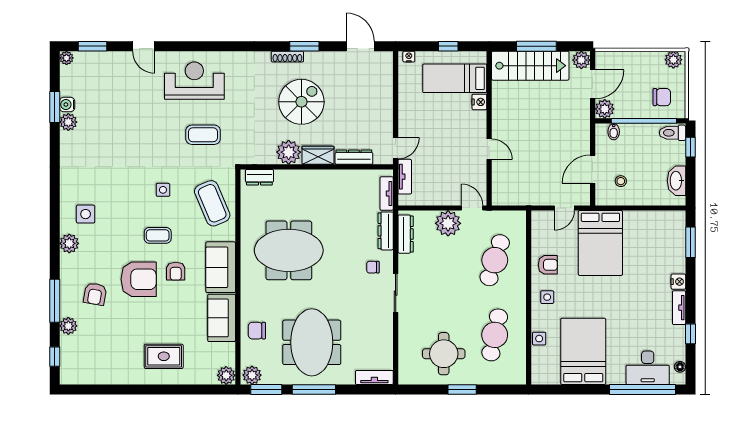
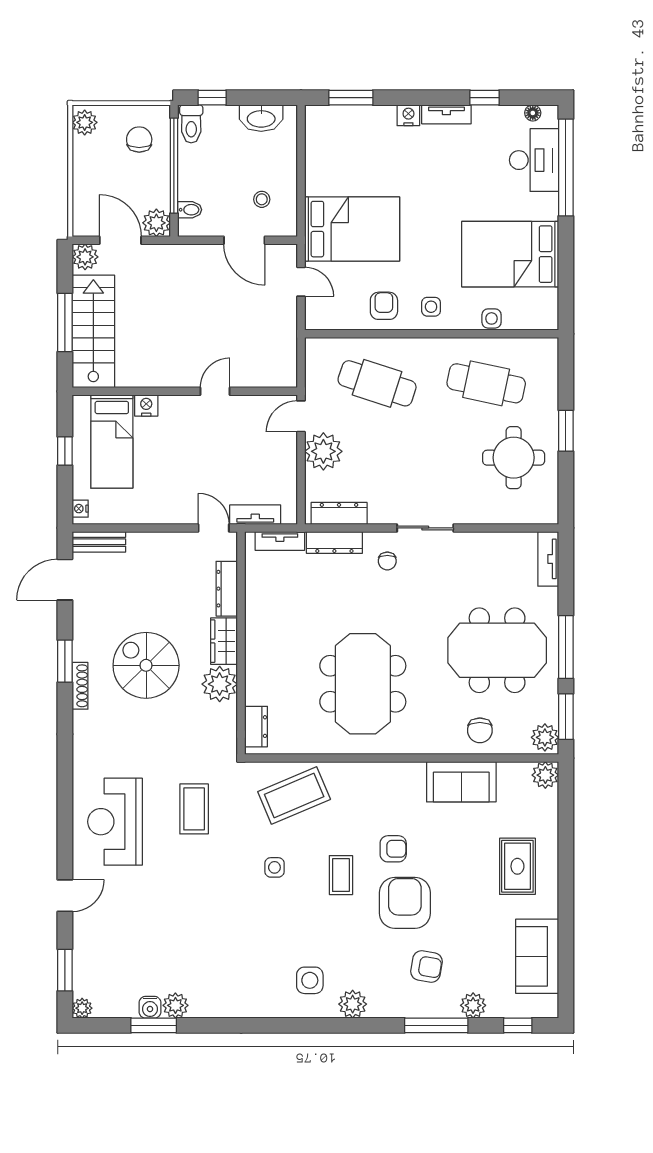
bench: (386, 70) -> (99, 542), added
sofa: (221, 267) -> (537, 956), moved, turned 90

